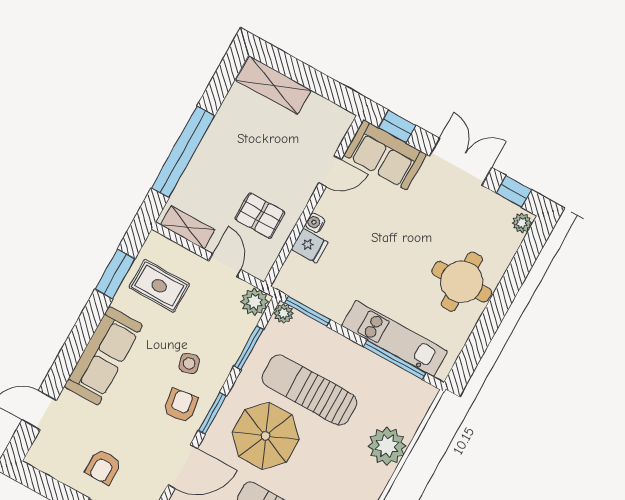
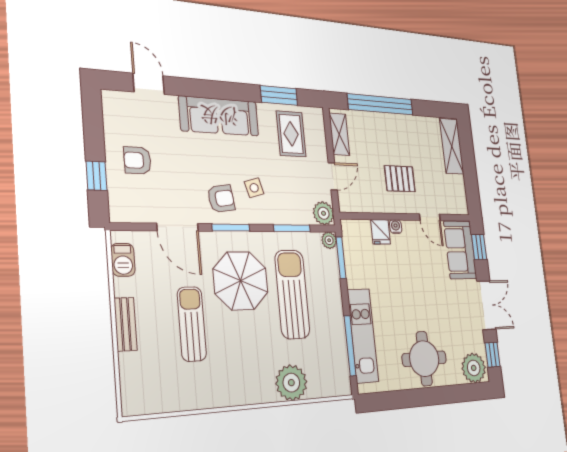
pallet: (260, 216) -> (400, 179), moved, turned 90
plant: (522, 223) -> (474, 368), width x1.88, depth x1.88

